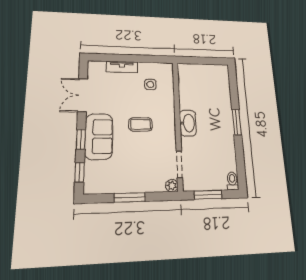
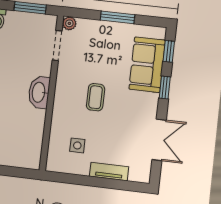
coffee table: (140, 124) -> (96, 97), turned 90
sofa: (99, 136) -> (147, 65), moved

